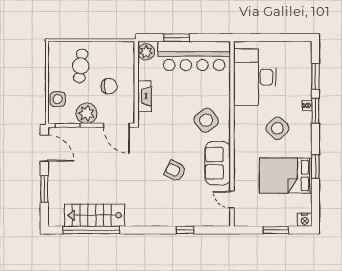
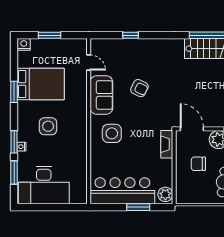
desk: (255, 77) -> (44, 185), moved, turned 90
fireplace: (145, 96) -> (167, 144), moved
side table: (206, 120) -> (112, 133), turned 37
side table: (277, 128) -> (48, 126), turned 45

